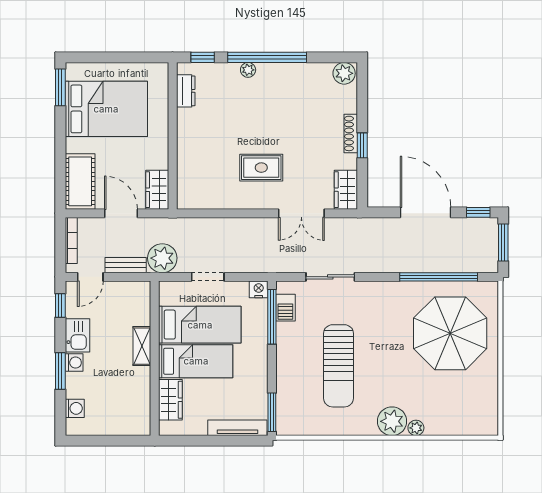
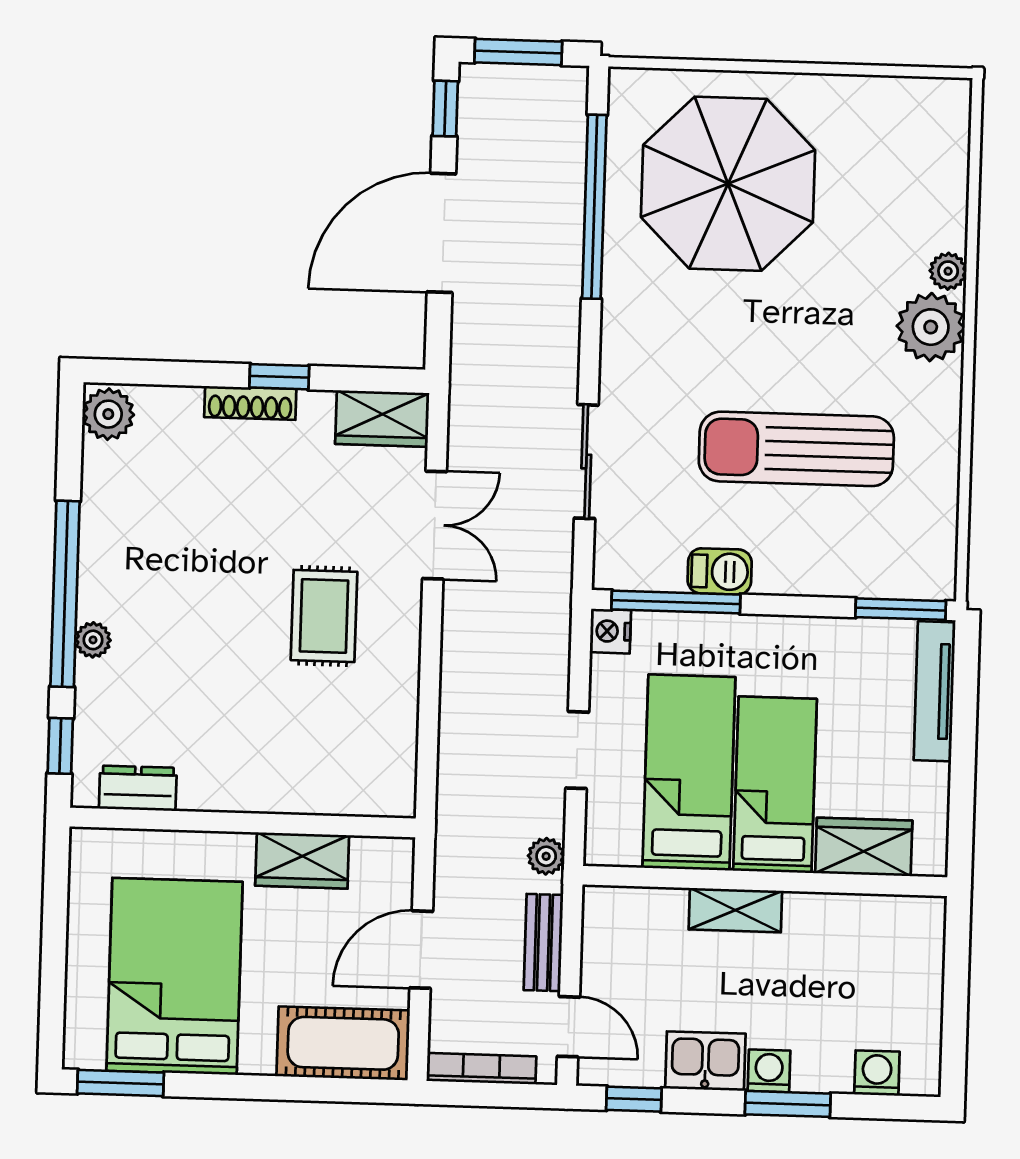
wardrobe: (157, 190) -> (302, 860), moved
plant: (162, 258) -> (546, 856), width x0.53, depth x0.53
barbecue: (285, 308) -> (720, 571), moved
sun lounger: (338, 366) -> (796, 449), turned 180

